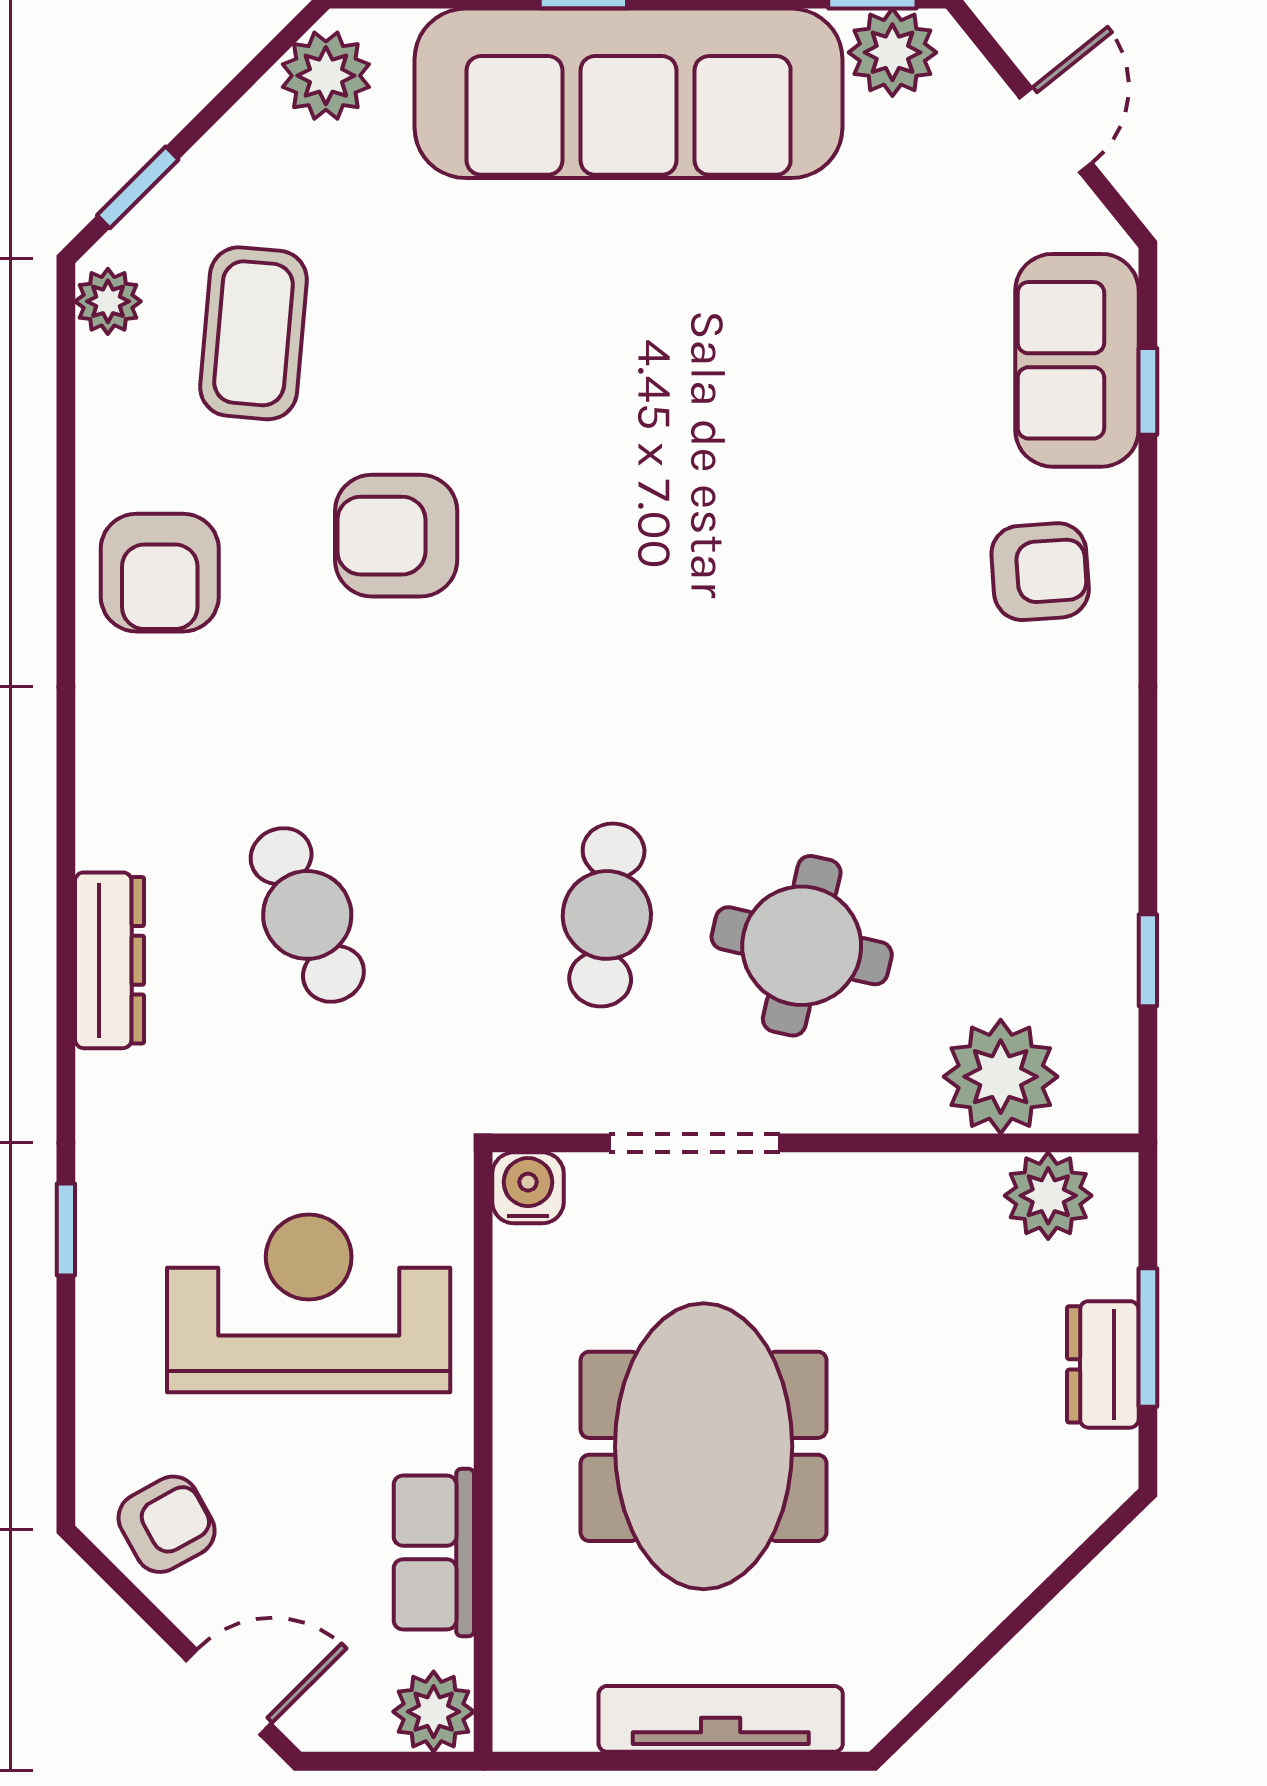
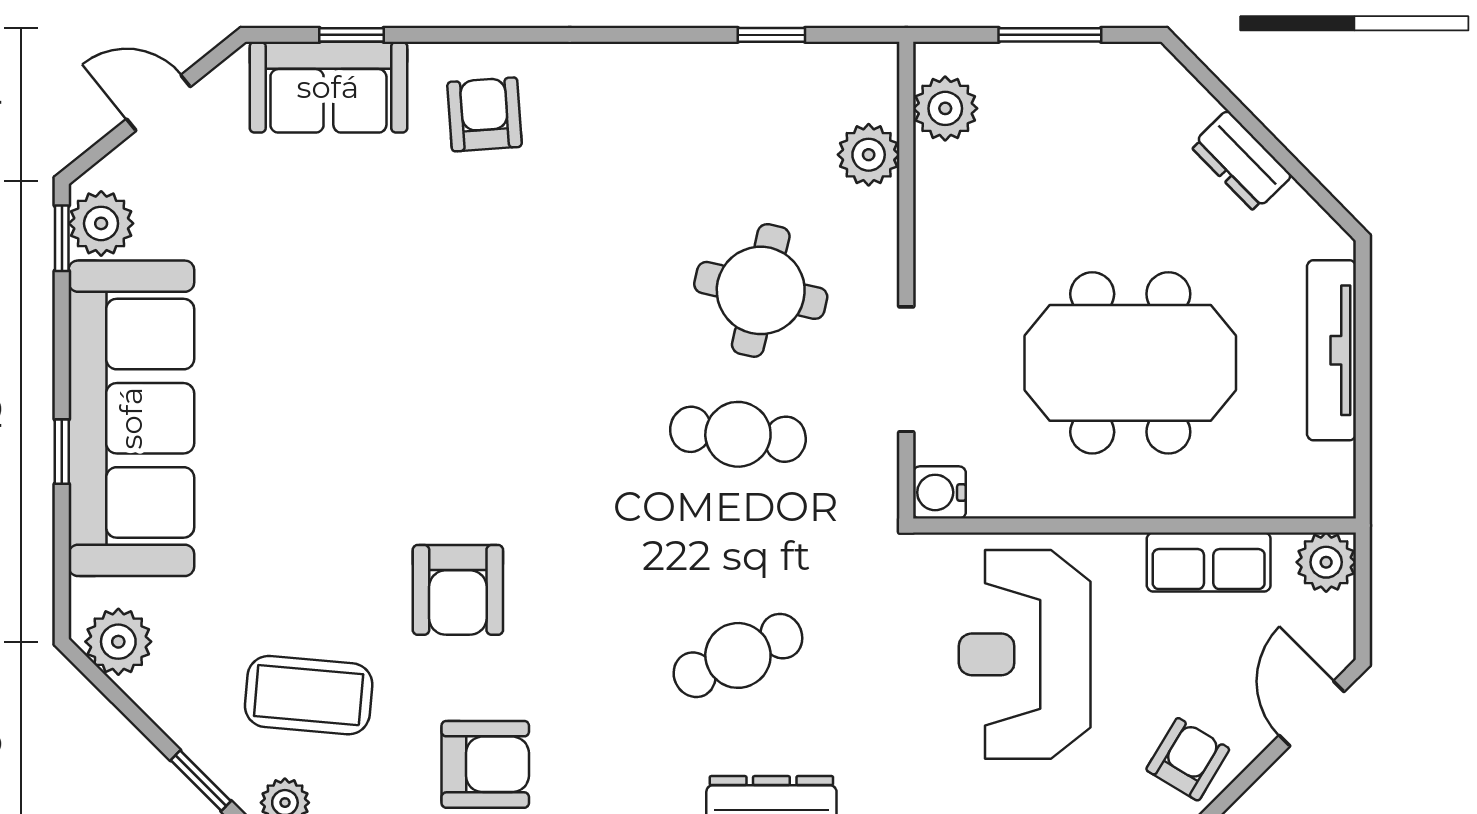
plant: (1001, 1077) -> (869, 155), width x0.73, depth x0.73
dresser: (1103, 1364) -> (1241, 161), moved, turned 46
armchair: (167, 1524) -> (1188, 759), turned 60

